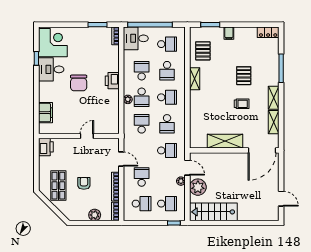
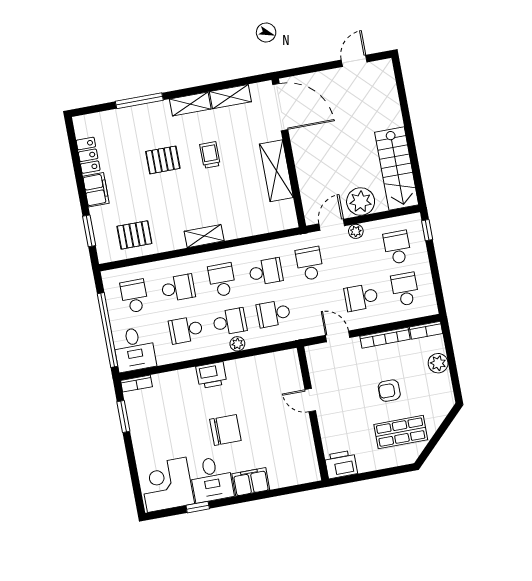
locker: (268, 32) -> (88, 155), moved
filing cabinet: (229, 33) -> (96, 190), width x2.00
shelving: (195, 79) -> (204, 236), moved
filing cabinet: (45, 113) -> (251, 482), moved
door: (121, 159) -> (338, 336), hinge flipped

